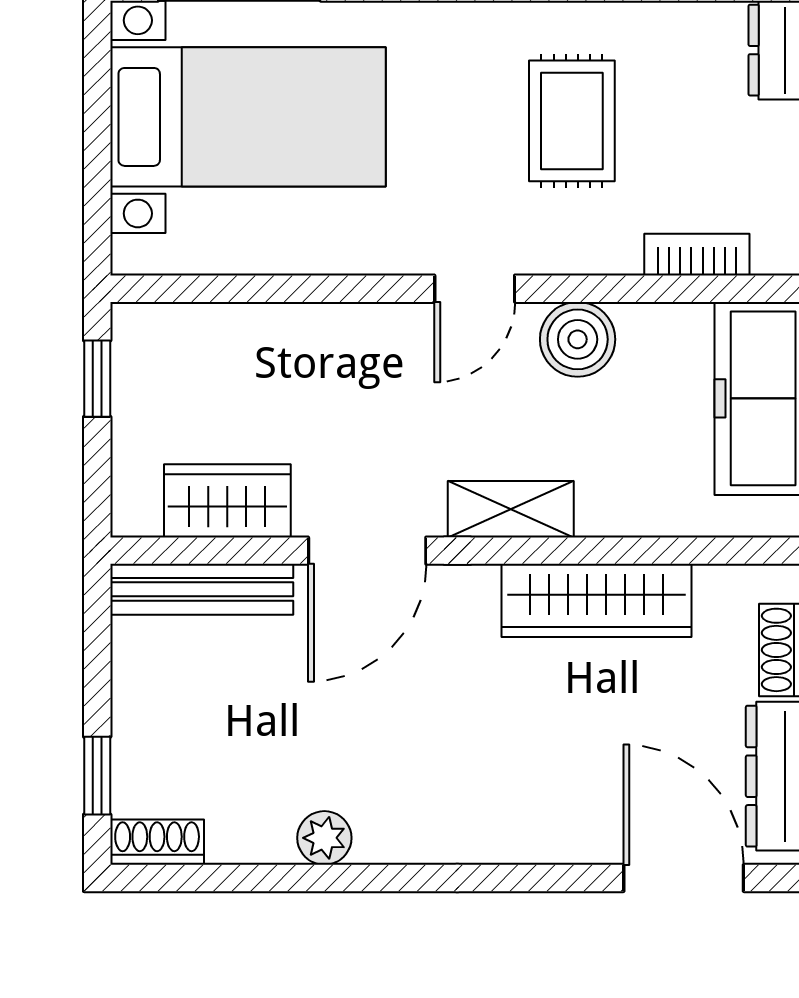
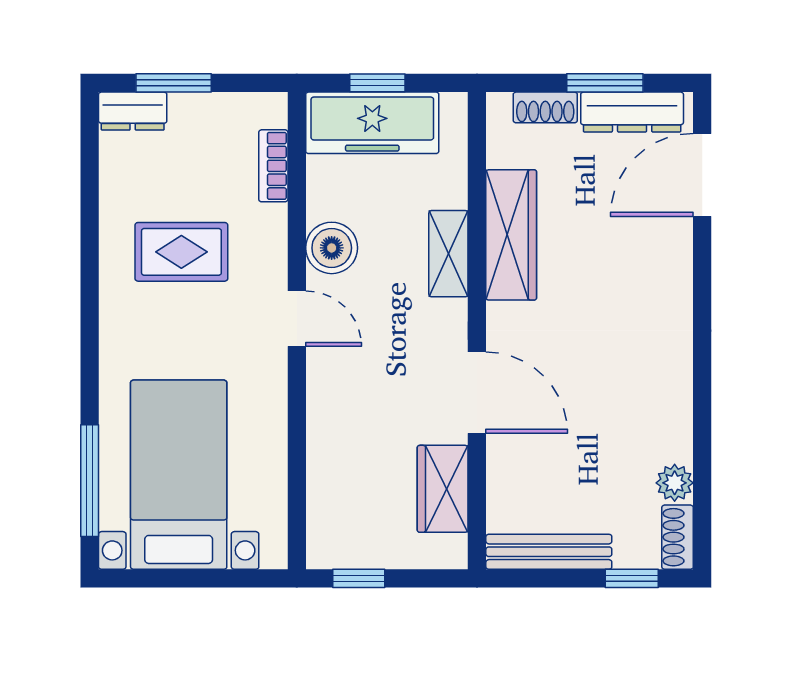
shelving: (511, 509) -> (448, 254), moved
bench: (202, 589) -> (549, 552), moved, turned 90
plant: (324, 838) -> (675, 483), moved

